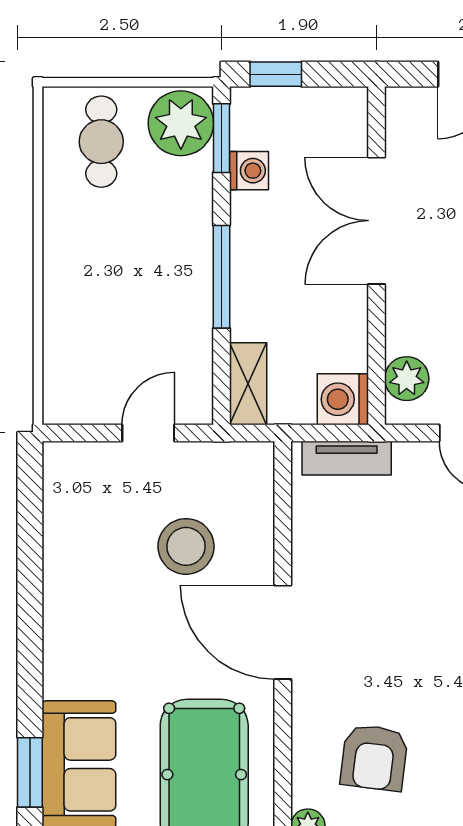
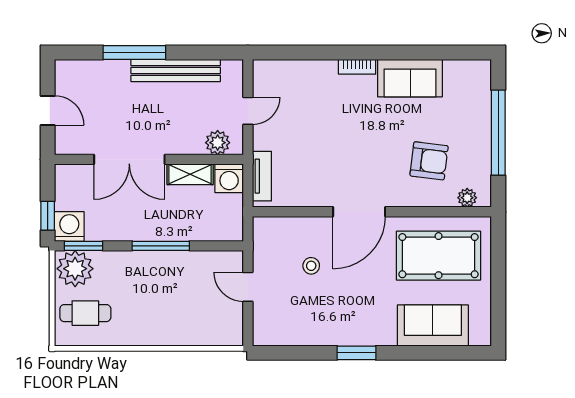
washing machine: (249, 171) -> (69, 227), moved, width x1.38, depth x1.38
shelving: (248, 384) -> (190, 174), moved
stool: (186, 546) -> (311, 266), width x0.53, depth x0.53
window: (30, 772) -> (356, 353), moved

